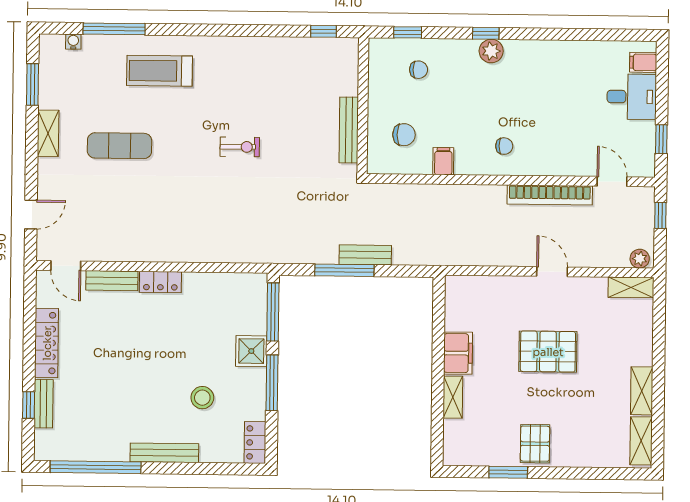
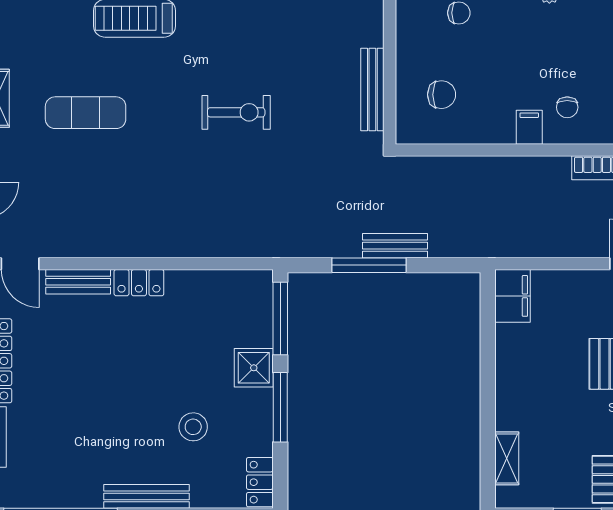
chair: (504, 146) -> (567, 107), turned 90
exercise bike: (240, 147) -> (236, 112), width x1.38, depth x1.39
filing cabinet: (443, 161) -> (529, 127), moved
filing cabinet: (458, 353) -> (513, 296), moved
shelving: (453, 397) -> (507, 458), moved

